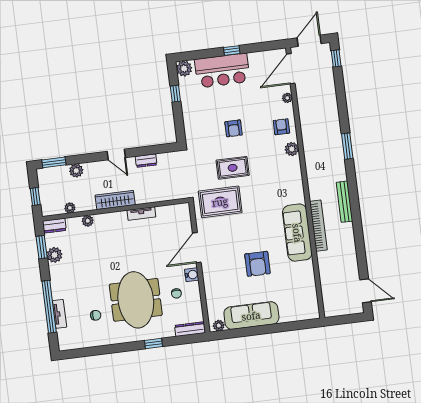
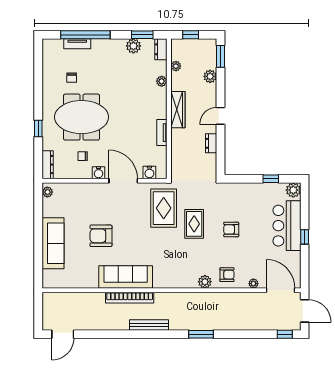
water cooler: (185, 221) -> (149, 172), added
sofa: (251, 316) -> (53, 243), moved

